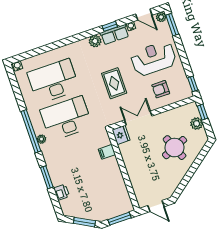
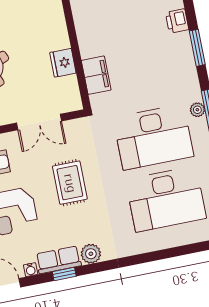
fridge: (121, 135) -> (63, 63), moved
filing cabinet: (107, 152) -> (96, 75), width x2.00

